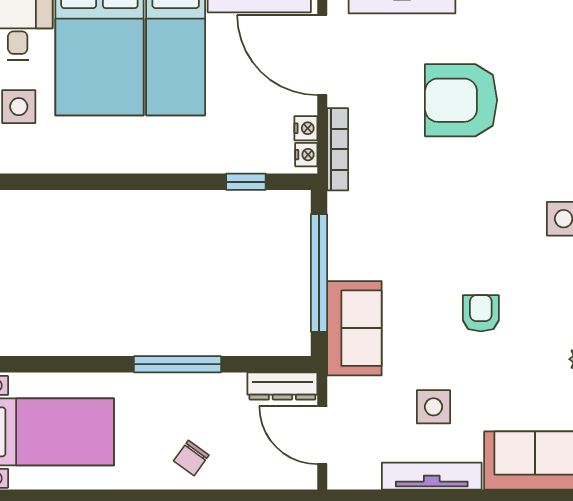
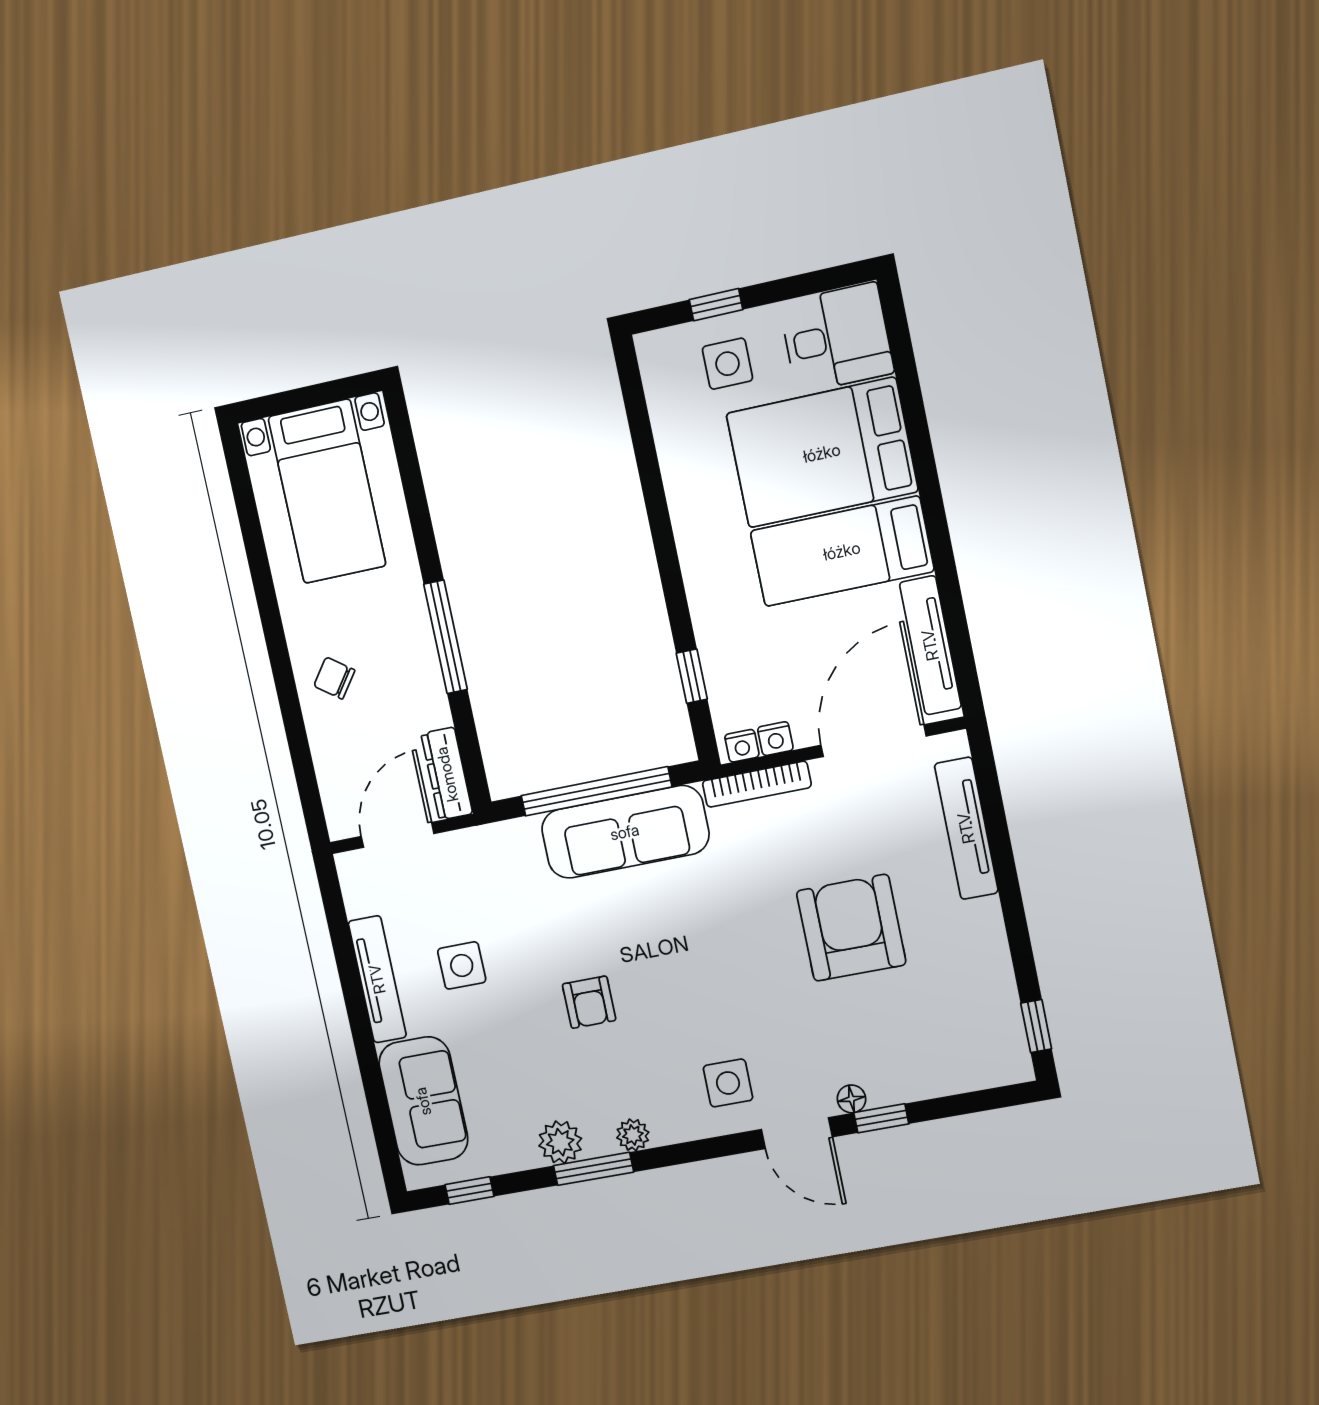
armchair: (481, 313) -> (589, 1002), turned 90
sofa: (354, 328) -> (625, 832), moved, width x1.36

